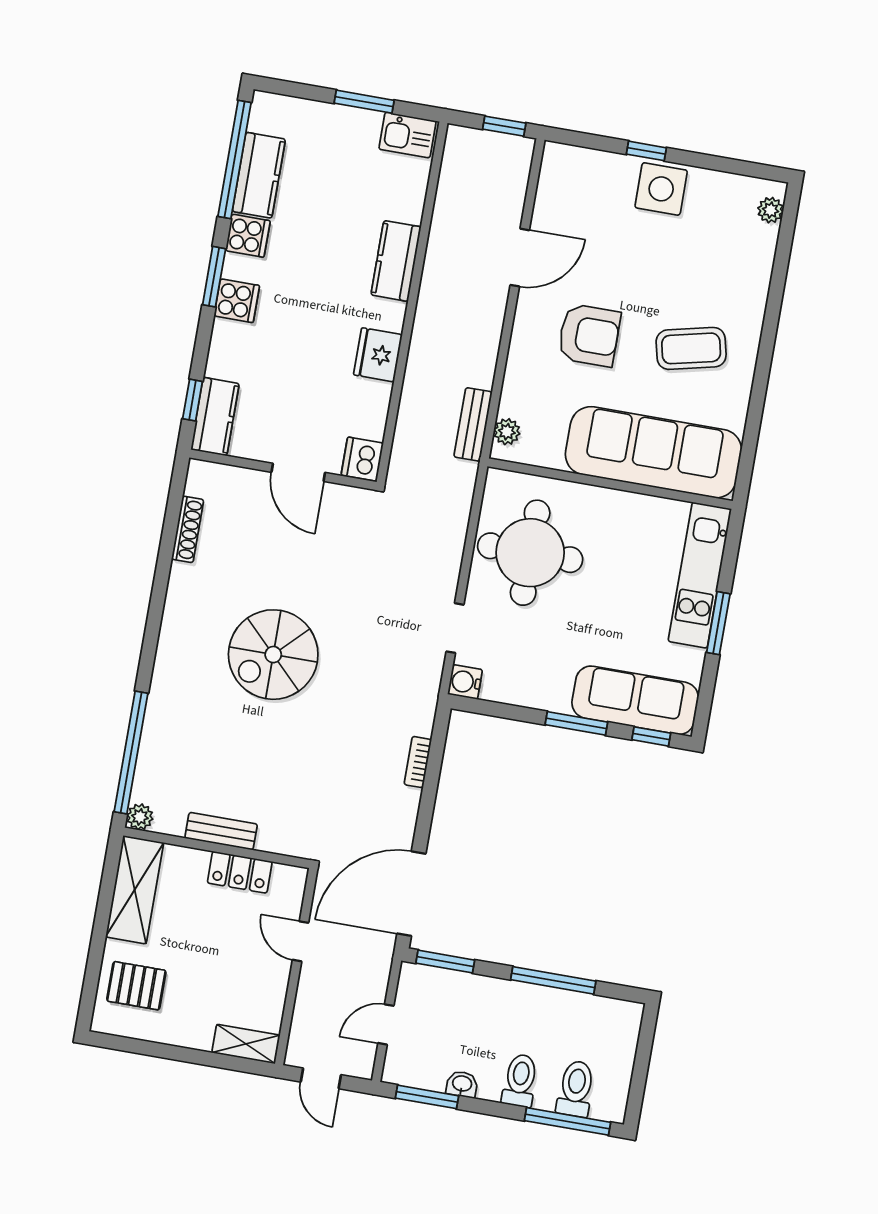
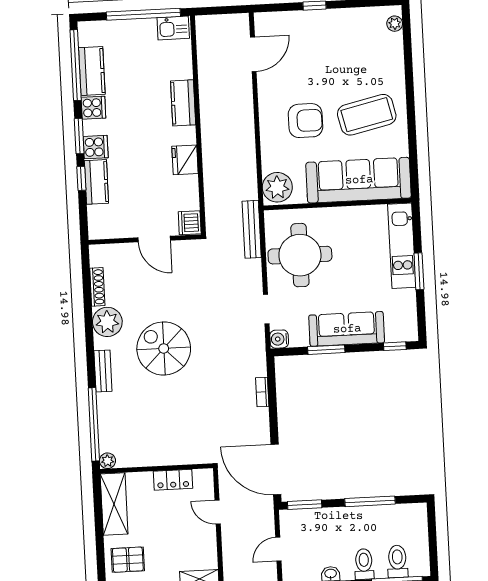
window: (364, 102) -> (143, 14), width x2.11
window: (504, 126) -> (228, 10), removed
side table: (661, 189) -> (328, 26), removed
door: (520, 258) -> (253, 54), moved
coffee table: (691, 348) -> (367, 115), width x1.36, depth x1.32
window: (193, 400) -> (81, 178), moved
kitchen counter: (215, 417) -> (96, 182), moved
bench: (473, 424) -> (252, 229), moved, width x1.36
plant: (507, 432) -> (277, 187), width x1.87, depth x1.87
plant: (191, 590) -> (107, 322), added
spiral stairs: (273, 655) -> (164, 348), turned 90
sofa: (635, 700) -> (347, 329), moved
window: (576, 723) -> (326, 350), moved
bench: (221, 831) -> (103, 371), moved, turned 90
door: (411, 894) -> (276, 470), hinge flipped

